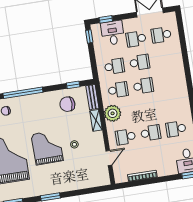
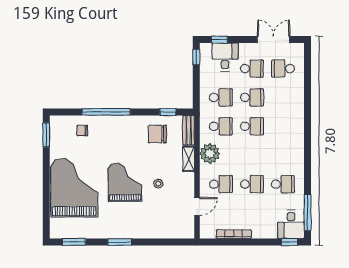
school desk: (136, 39) -> (252, 69), turned 180
school desk: (176, 129) -> (283, 184), turned 180
school desk: (125, 137) -> (221, 184), turned 180

